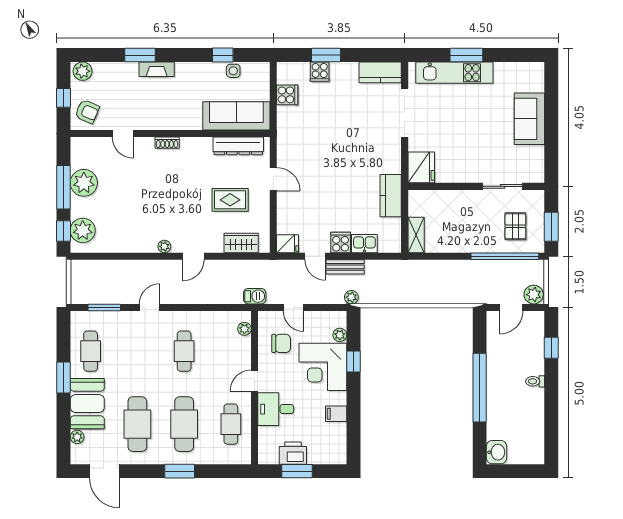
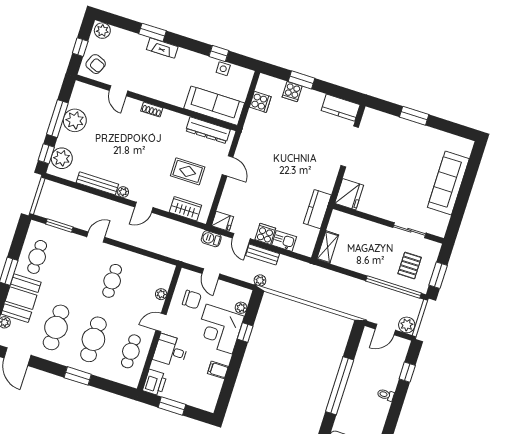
kitchen unit: (454, 73) -> (400, 127), removed
sofa: (529, 119) -> (448, 183), width x1.36
bench: (132, 246) -> (97, 183), added
barbecue: (255, 296) -> (211, 239), moved, turned 180
plant: (244, 329) -> (161, 294), moved
printer: (293, 453) -> (155, 383), moved, turned 90

